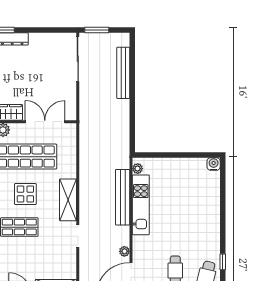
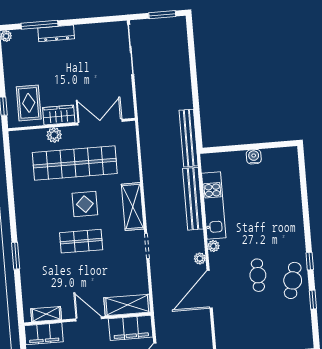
window: (97, 30) -> (162, 15), moved
bench: (123, 73) -> (189, 138), moved
water cooler: (214, 164) -> (254, 157), moved
plant: (138, 169) -> (213, 246), moved

